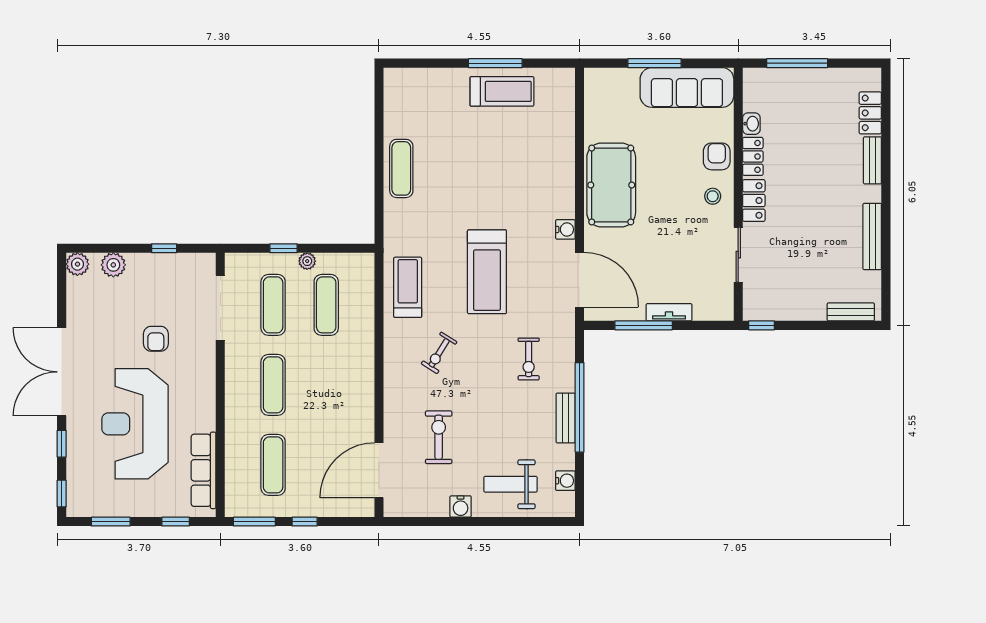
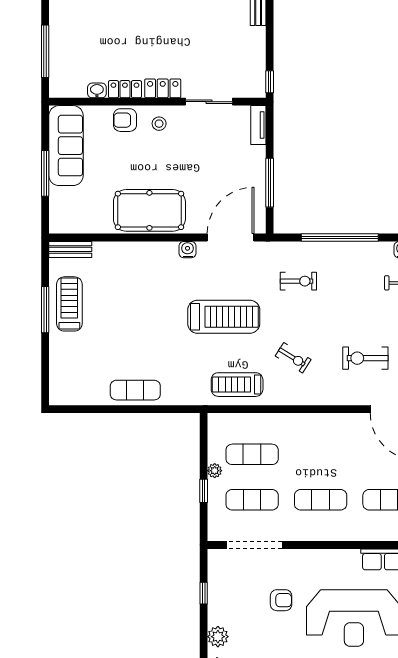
tv unit: (669, 312) -> (258, 125), moved
bench: (566, 418) -> (70, 249), moved

